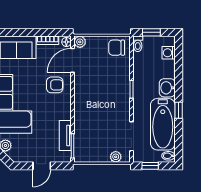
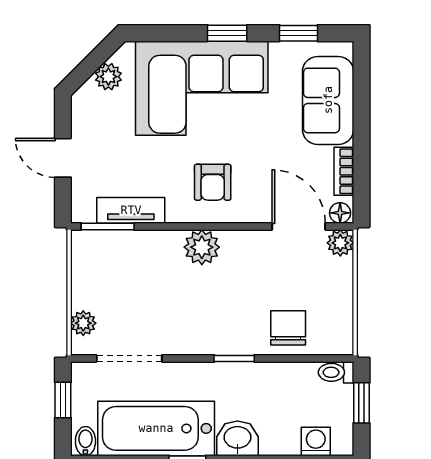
chair: (117, 48) -> (288, 328), moved
armchair: (55, 85) -> (213, 182), moved
plant: (82, 104) -> (202, 247), added

